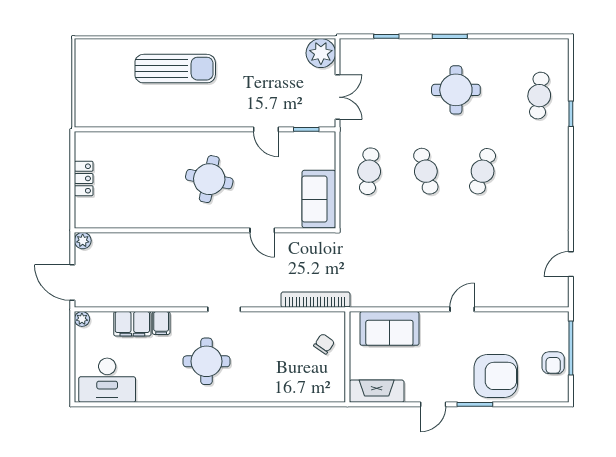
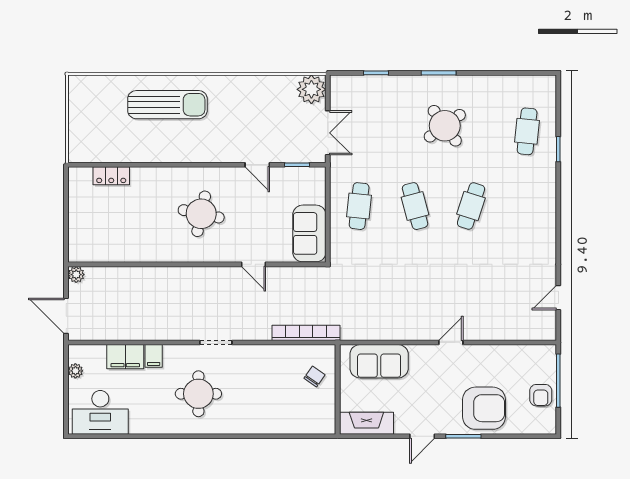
round table: (456, 90) -> (445, 126), turned -36
locker: (84, 178) -> (111, 176), moved, turned 90
plant: (82, 319) -> (75, 371), moved

